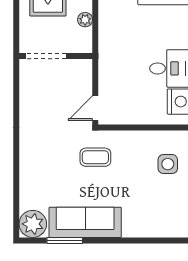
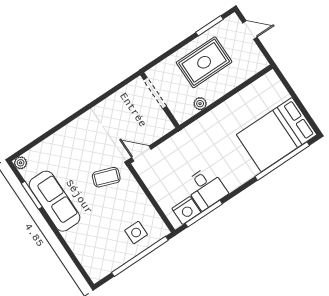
coffee table: (95, 157) -> (106, 177), turned -70
plant: (33, 224) -> (21, 163), width x0.53, depth x0.53

